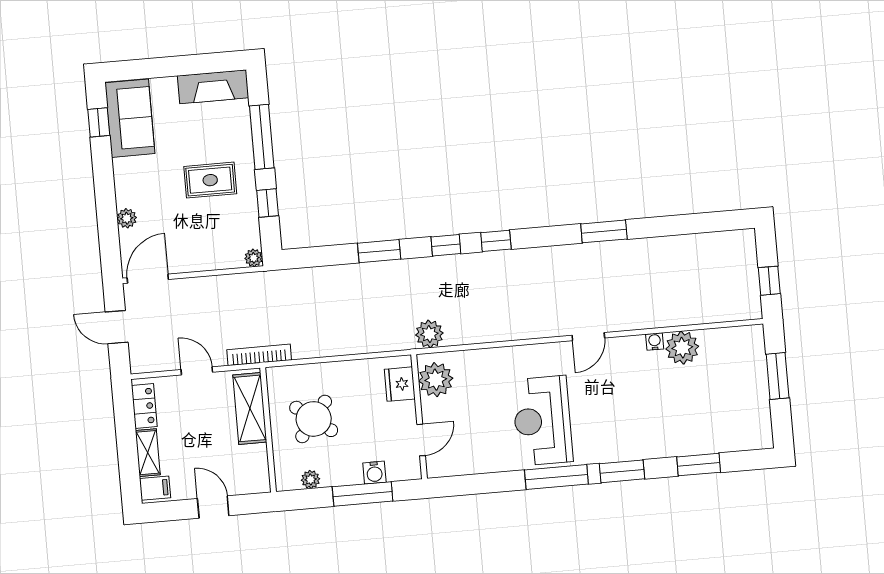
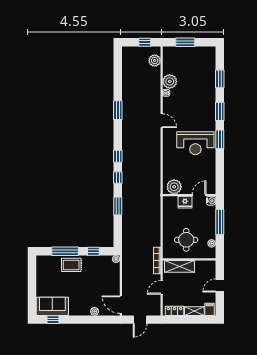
fireplace: (213, 87) -> (42, 270), removed
rug: (210, 180) -> (71, 265), moved, turned 90
plant: (429, 334) -> (155, 61), moved
fridge: (400, 384) -> (185, 202), moved
round table: (314, 419) -> (186, 240), turned -38
door: (421, 440) -> (199, 195), hinge flipped
water cooler: (374, 473) -> (211, 201), moved
window: (556, 477) -> (220, 139), width x0.69

